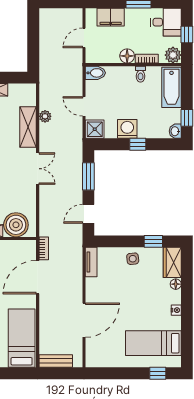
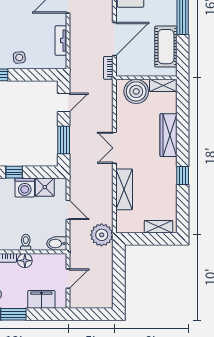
toilet: (141, 74) -> (26, 242), moved
plant: (45, 116) -> (102, 235), moved, width x1.87, depth x1.87
shower: (95, 129) -> (45, 187), moved
tv unit: (91, 262) -> (61, 41), moved

